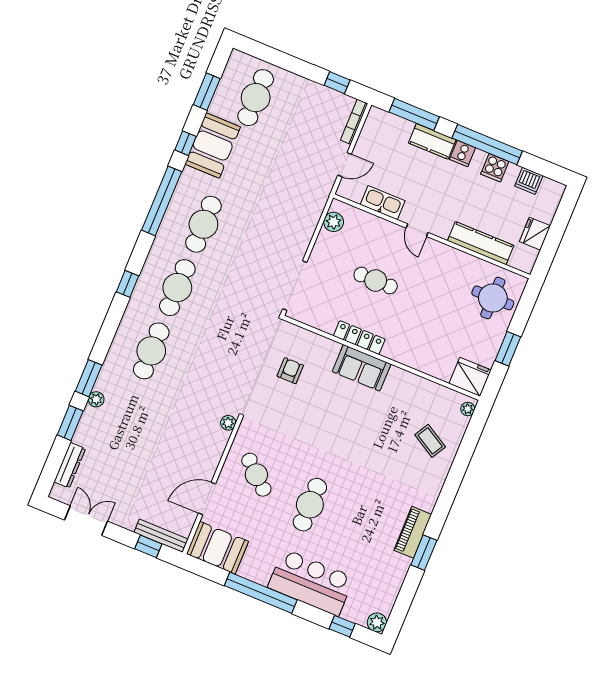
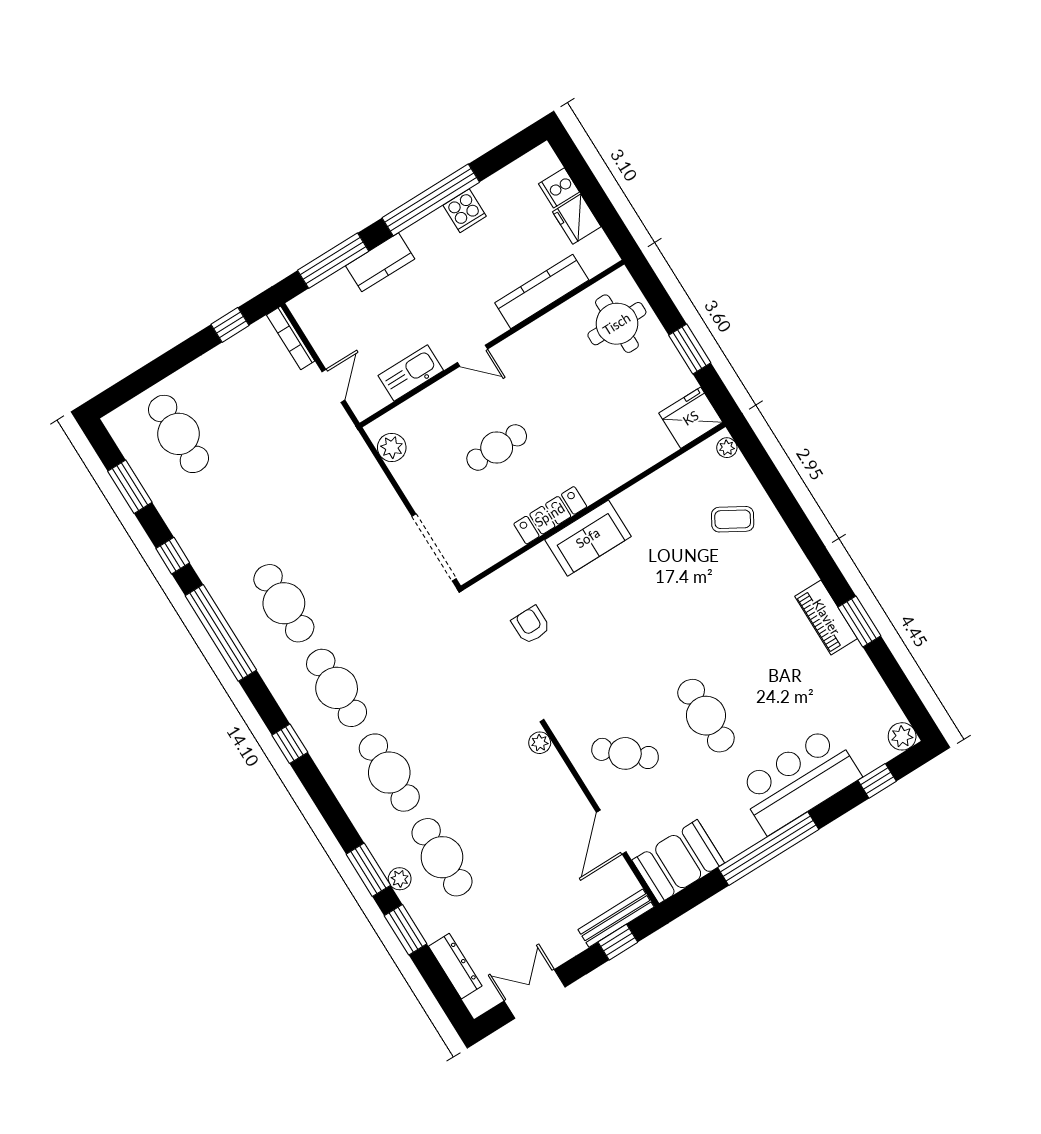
booth: (213, 145) -> (199, 525), removed
cooker: (463, 154) -> (559, 188), moved, turned 90
dishwasher: (529, 181) -> (509, 182), removed
cafe table: (125, 414) -> (442, 857), added

